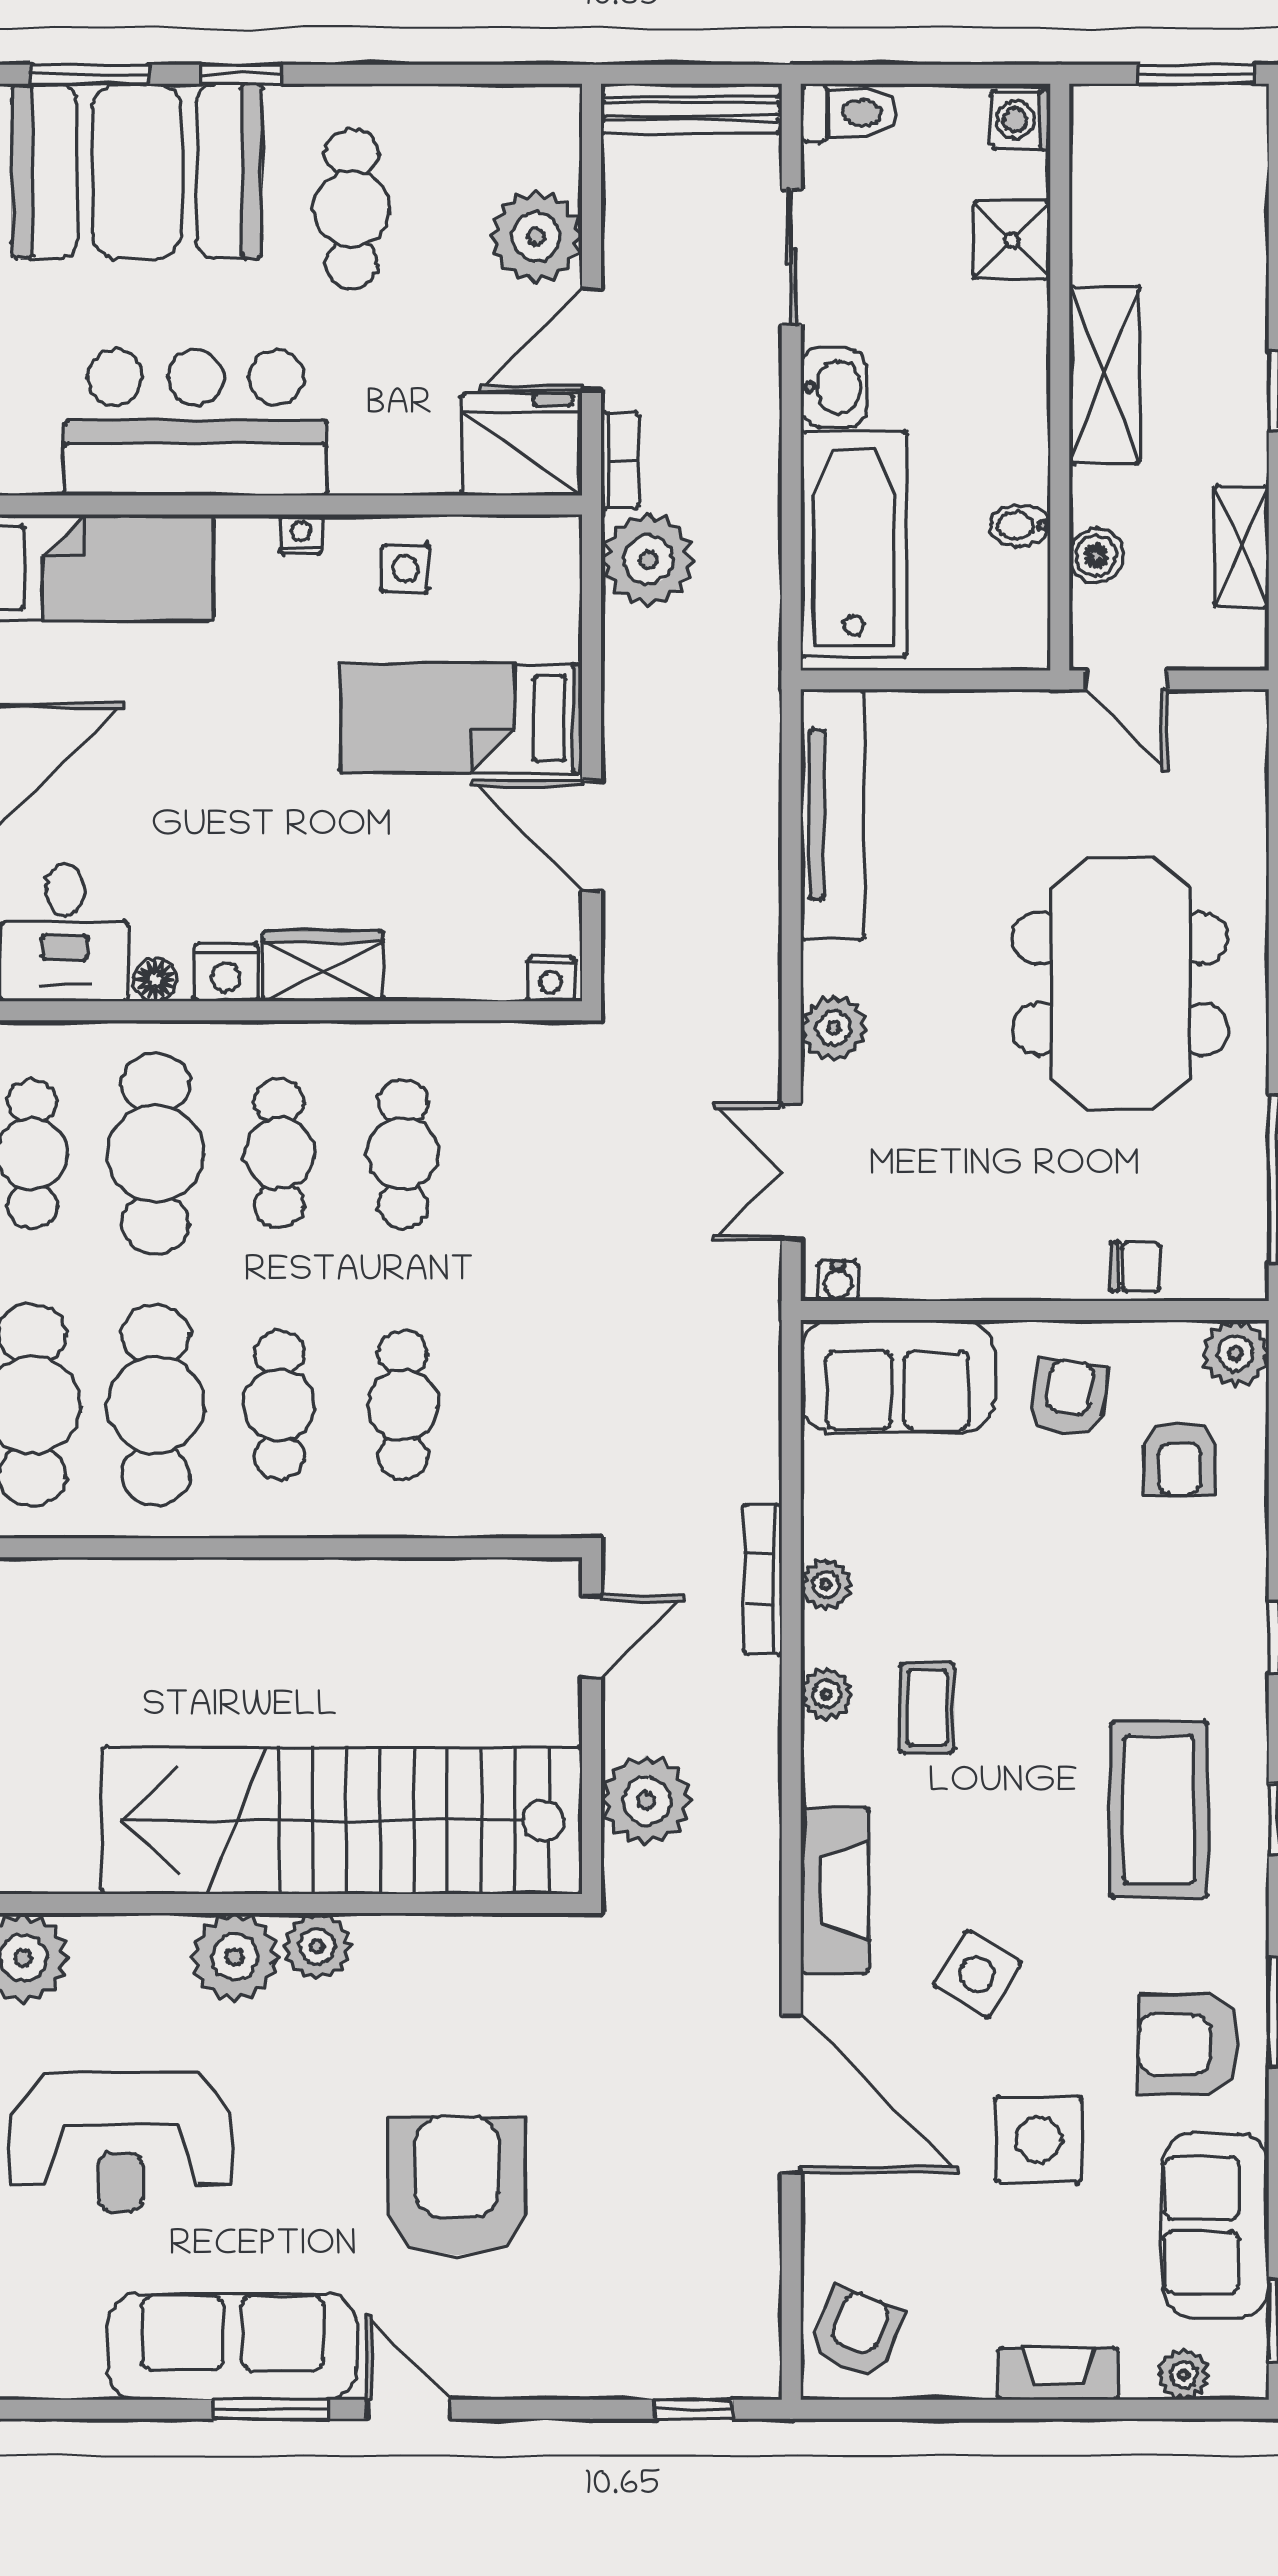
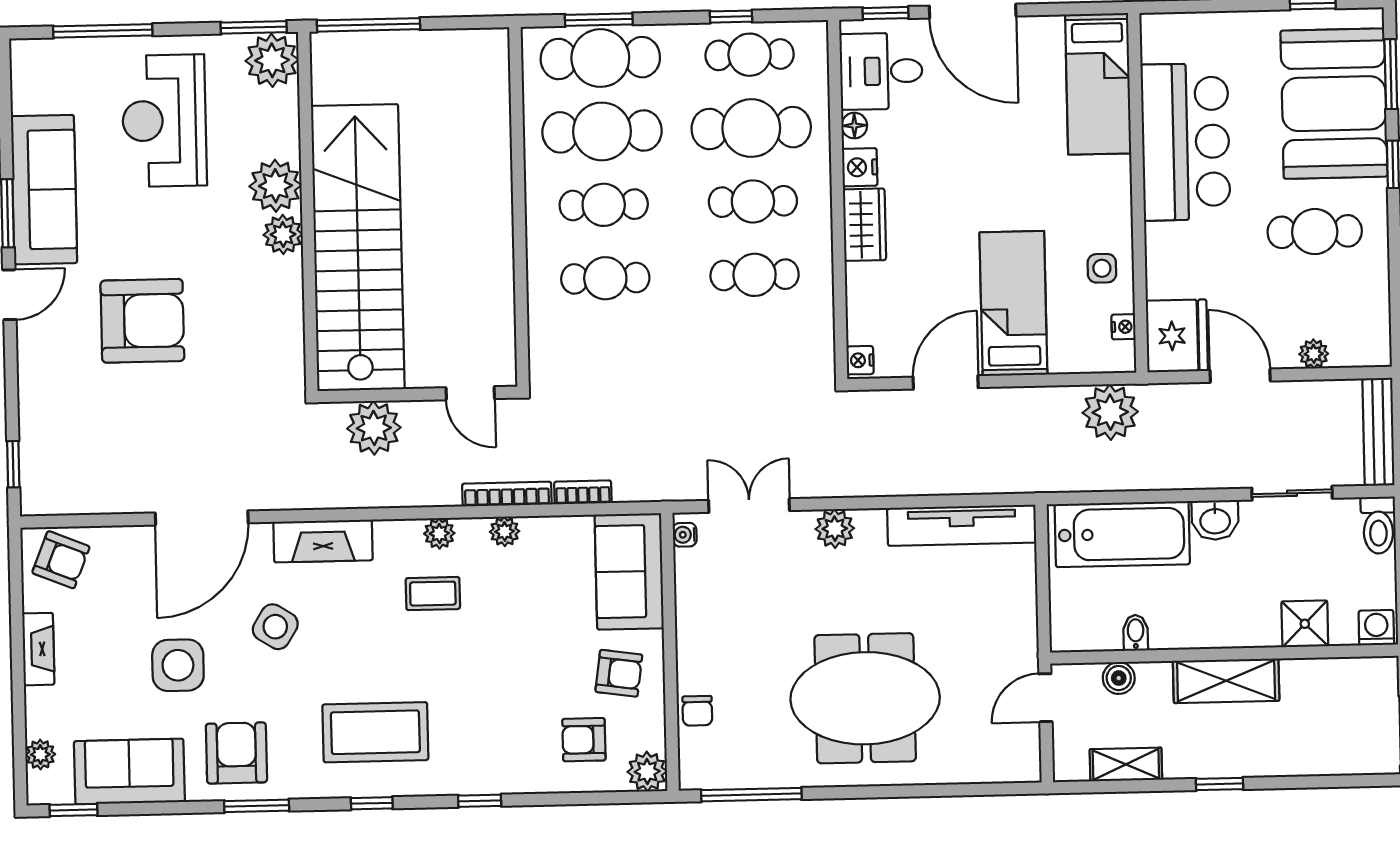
plant: (536, 237) -> (1314, 354), width x0.53, depth x0.53
bookcase: (620, 460) -> (583, 492), moved, turned 180
nightstand: (301, 534) -> (1123, 327), moved
fireplace: (1058, 2374) -> (38, 649), moved

